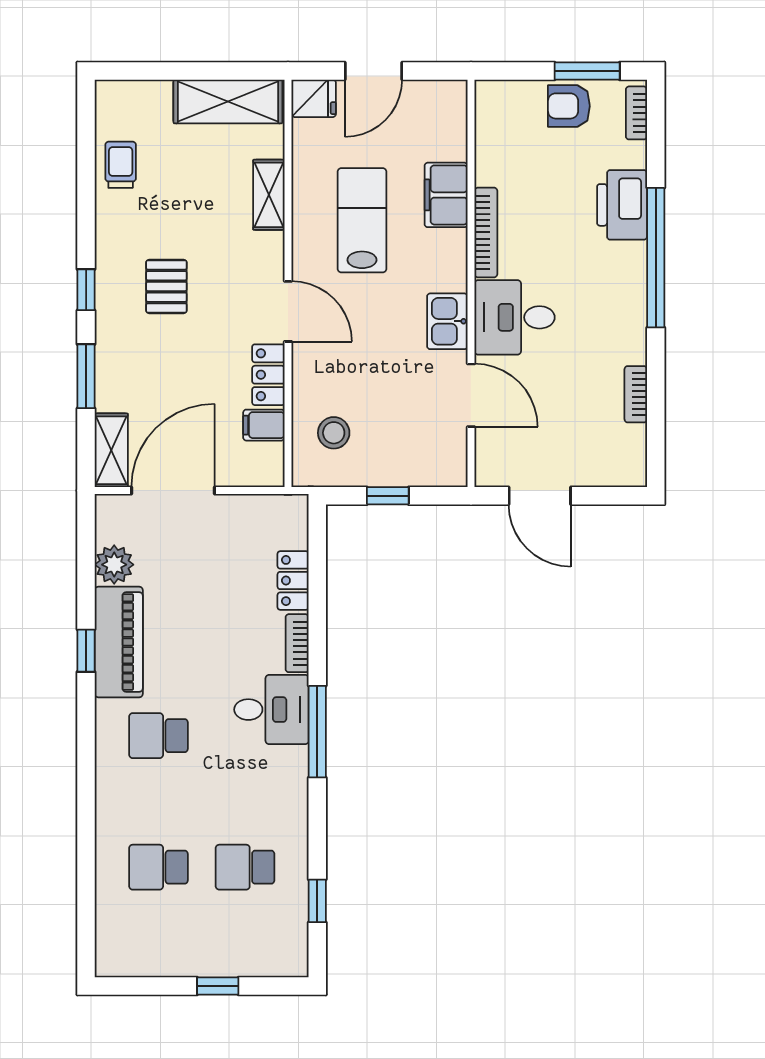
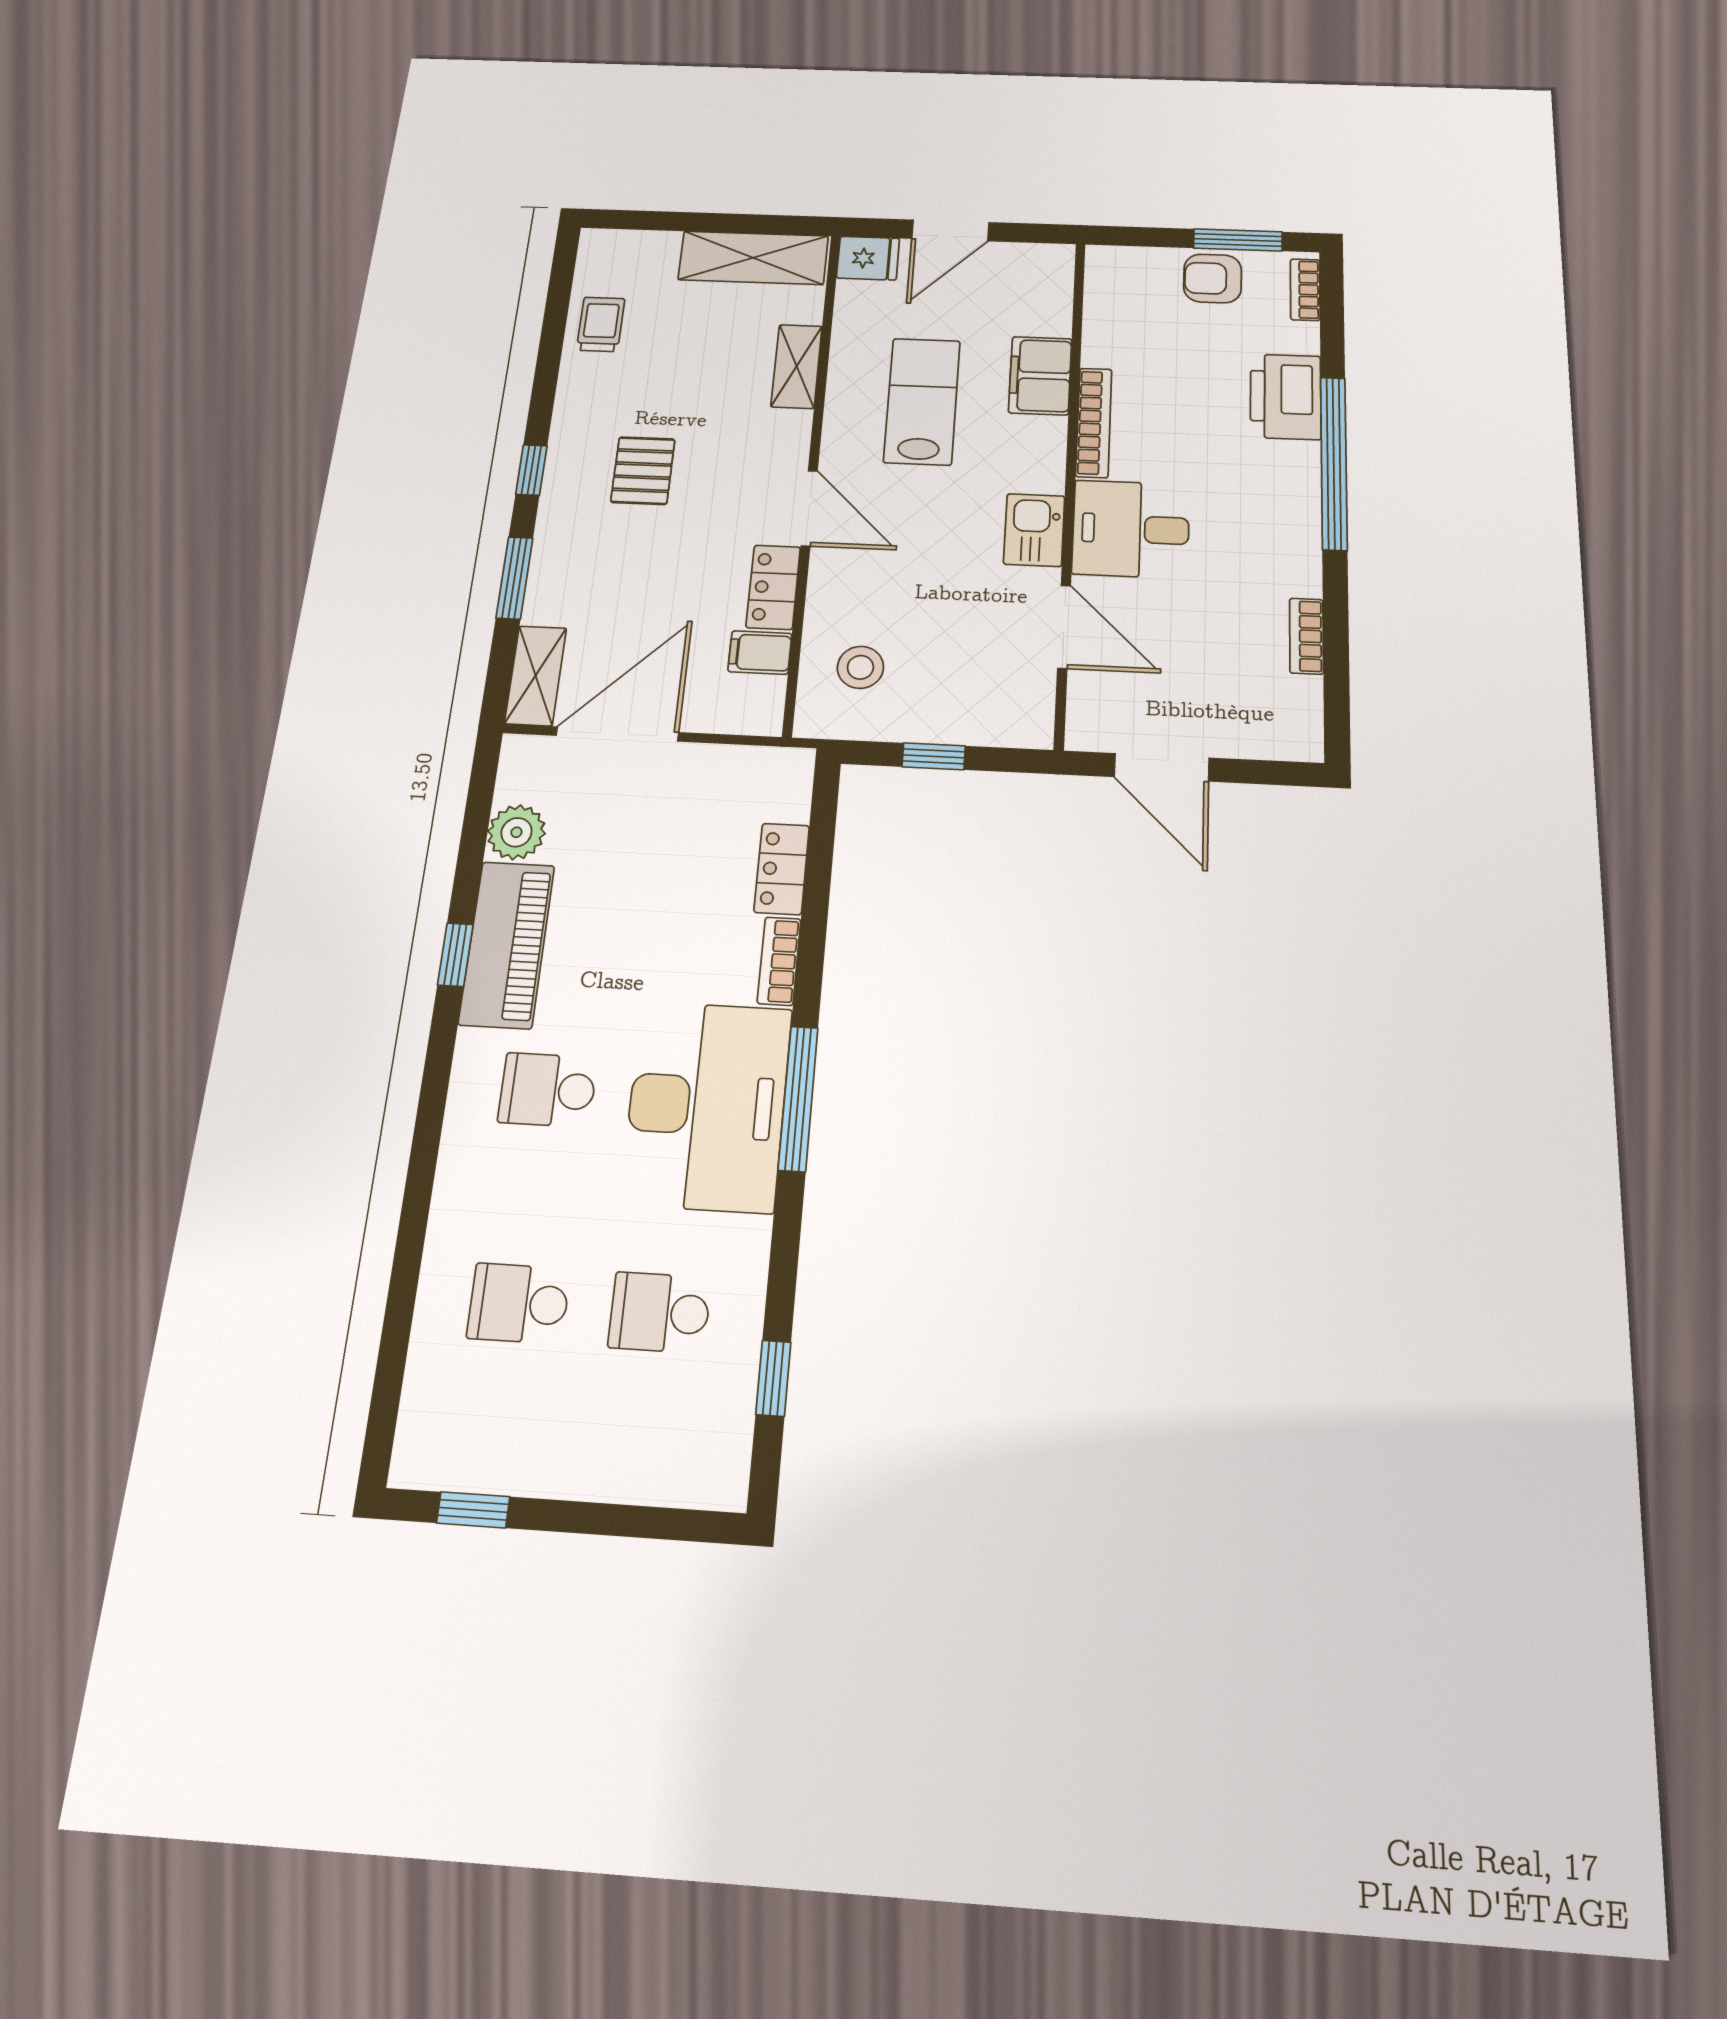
desk: (271, 710) -> (707, 1106), width x1.87, depth x1.30
window: (218, 986) -> (473, 1510), moved

